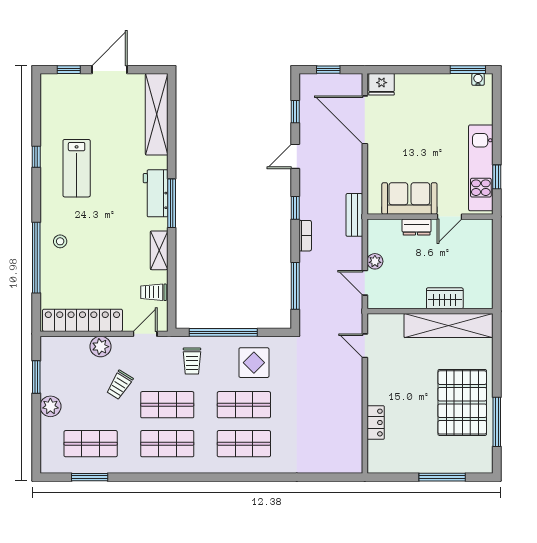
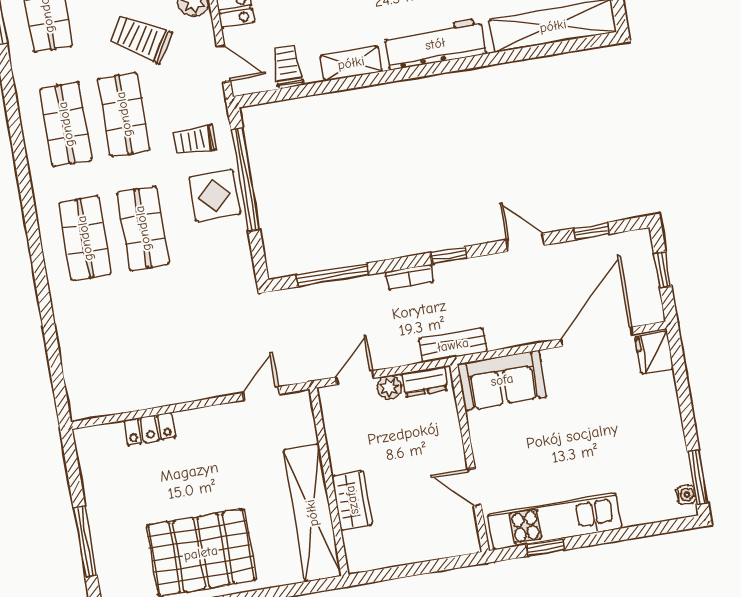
workbench: (156, 193) -> (435, 44), width x1.38
sofa: (409, 198) -> (502, 380), moved, turned 90
window: (172, 203) -> (424, 70), removed
dresser: (417, 227) -> (425, 382), moved, turned -90
display table: (254, 363) -> (215, 195), moved
trolley: (120, 385) -> (141, 39), width x1.36, depth x1.39

